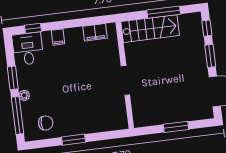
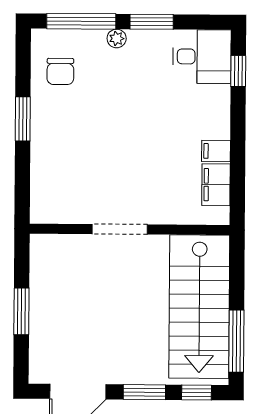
window: (164, 12) -> (236, 341), moved
stairs: (150, 29) -> (199, 307), width x1.36, depth x1.51
filing cabinet: (58, 37) -> (216, 151), moved

